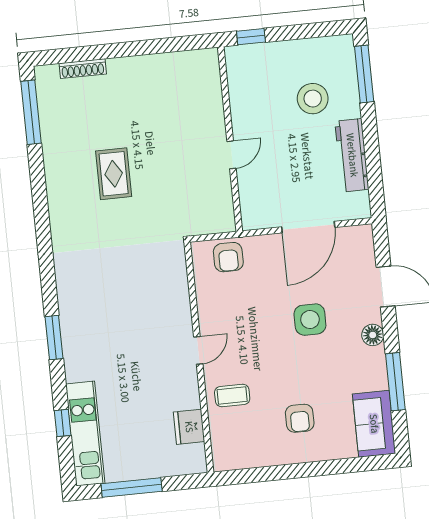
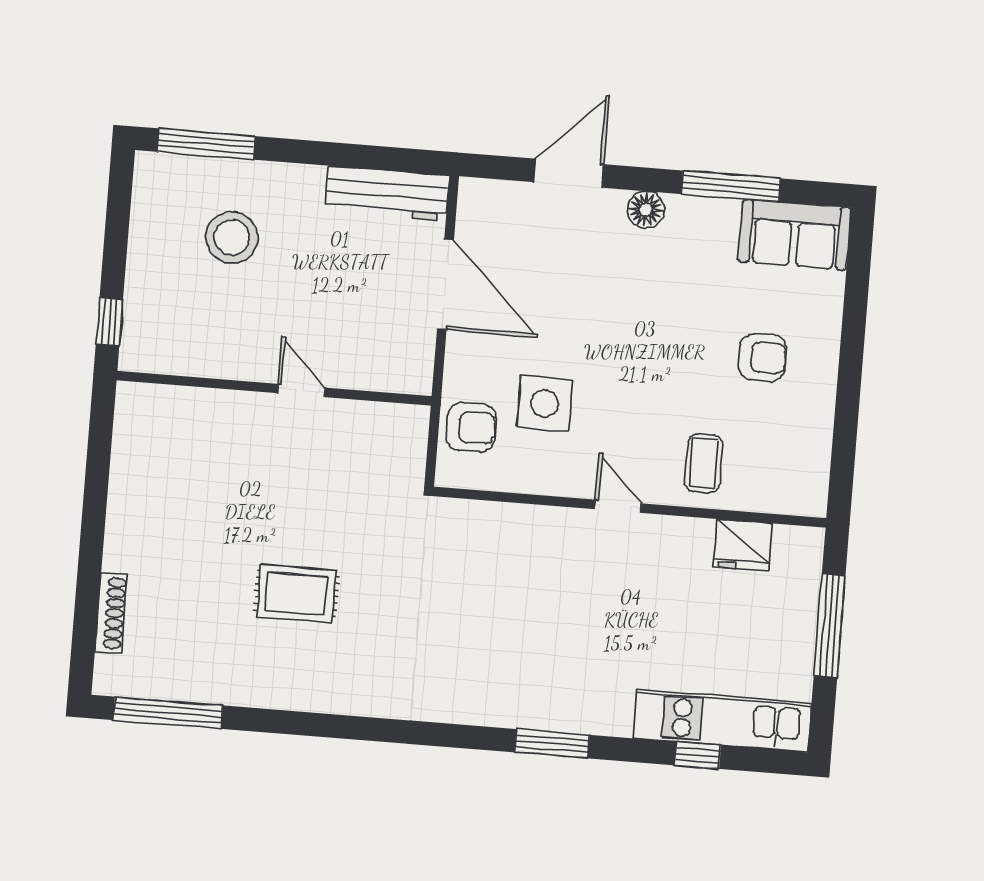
workbench: (352, 155) -> (387, 193), moved
side table: (310, 320) -> (545, 403), moved
window: (132, 487) -> (830, 625), moved

